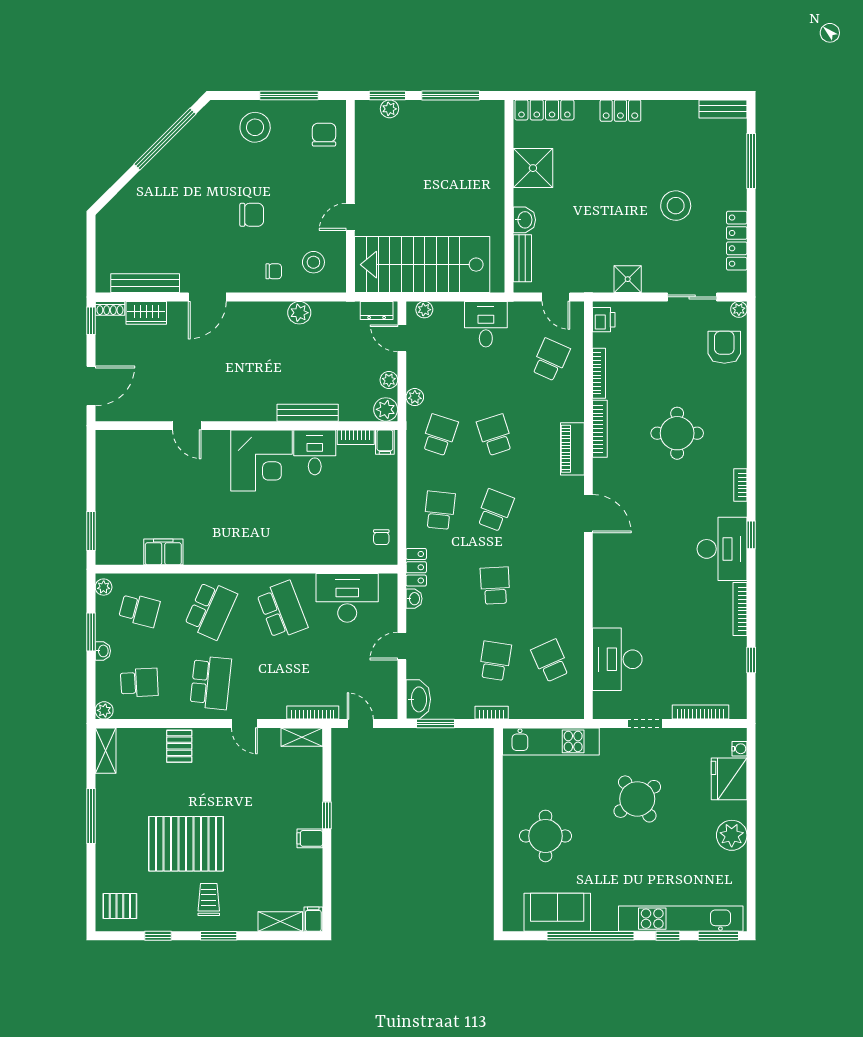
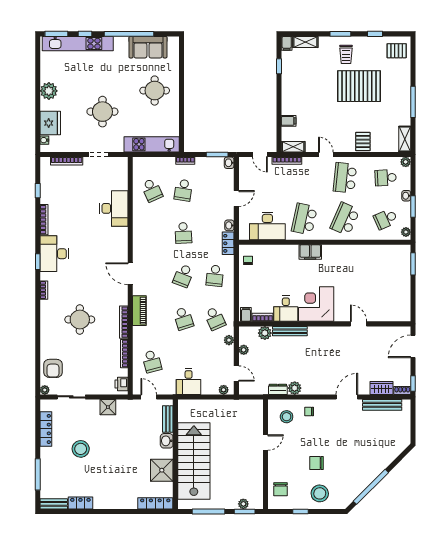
window: (289, 95) -> (300, 512), width x0.46
locker: (620, 111) -> (80, 503), moved
chair: (252, 215) -> (317, 463), moved
stairs: (422, 265) -> (194, 461), moved, turned -90
dresser: (377, 310) -> (278, 389), moved
school desk: (550, 360) -> (152, 361), turned -39
plant: (386, 409) -> (265, 333), moved
school desk: (440, 435) -> (215, 319), turned -42
filing cabinet: (163, 552) -> (310, 252), moved
school desk: (139, 610) -> (386, 219), turned -39
school desk: (282, 610) -> (304, 219), turned 33
desk: (617, 659) -> (114, 208), moved
washbasin: (418, 699) -> (229, 163), width x0.52, depth x0.69
round table: (637, 799) -> (102, 112), turned 36
window: (327, 815) -> (279, 66), moved
filing cabinet: (310, 838) -> (289, 121), moved

